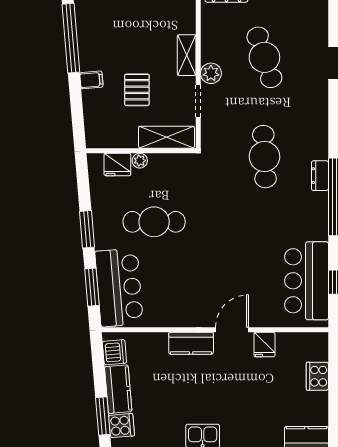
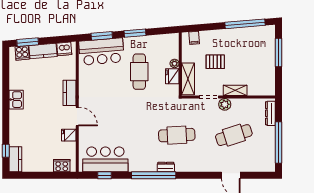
filing cabinet: (91, 80) -> (194, 38), moved
fridge: (117, 165) -> (172, 76), moved
cooker: (317, 376) -> (62, 166), moved

